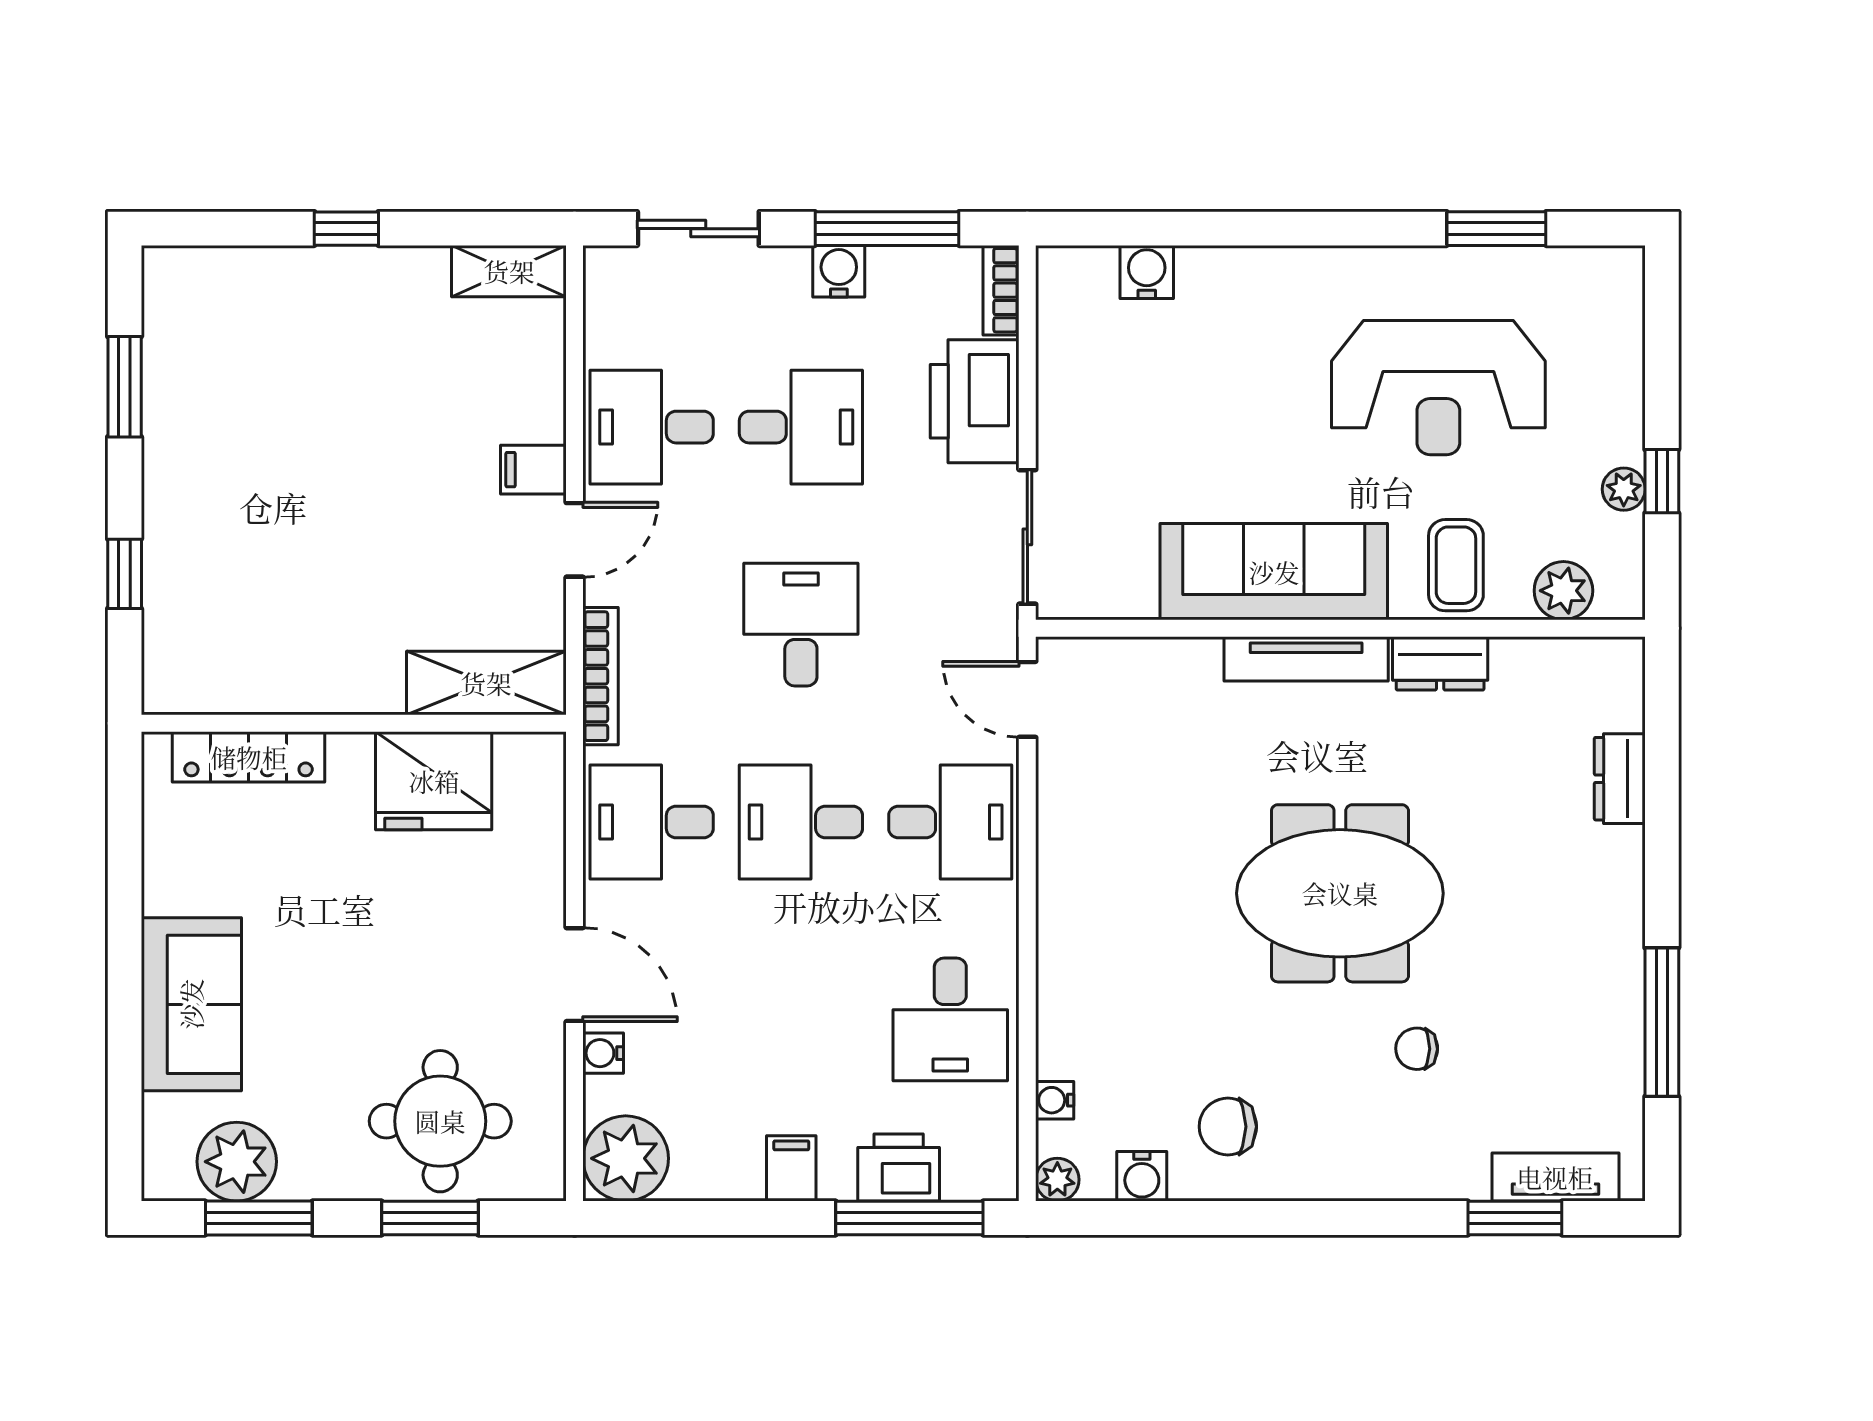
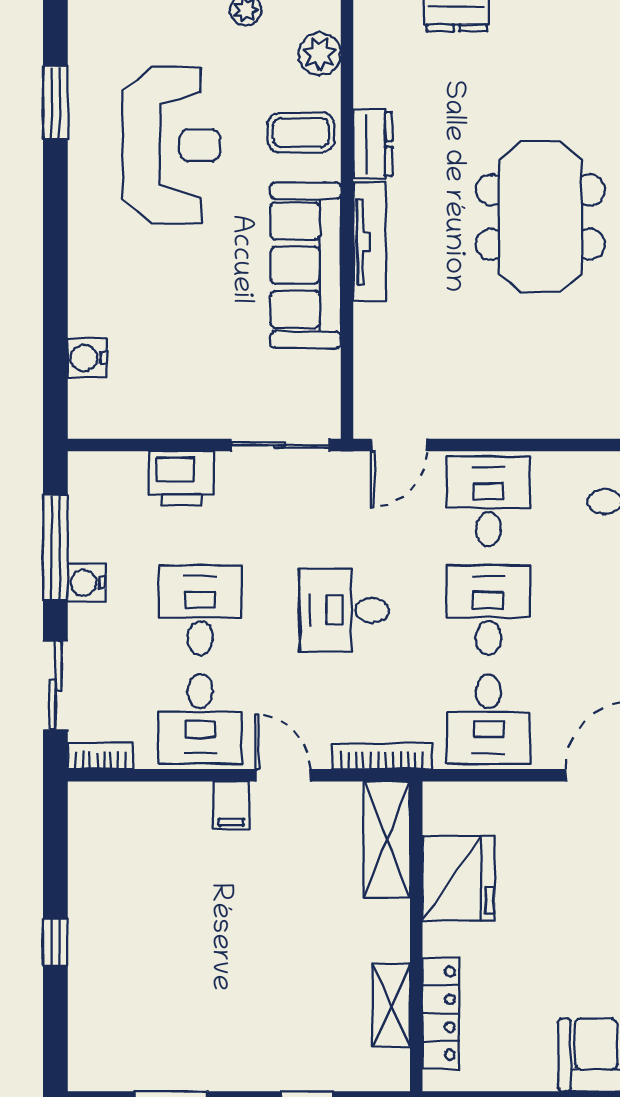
shelving: (509, 271) -> (391, 1005), moved
bookcase: (1001, 290) -> (100, 756), moved, turned 180
printer: (975, 401) -> (181, 478), width x0.73, depth x0.84
desk: (801, 822) -> (488, 610), turned 180

